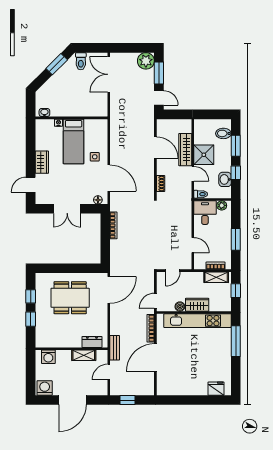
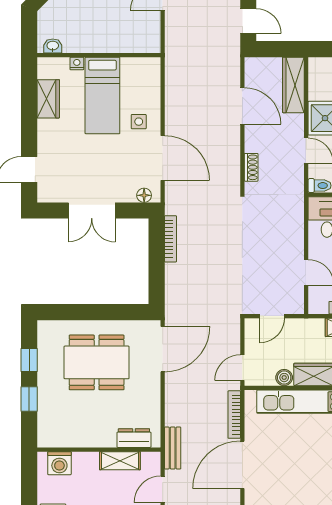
wardrobe: (185, 150) -> (293, 85), moved
wardrobe: (42, 162) -> (48, 99), moved

